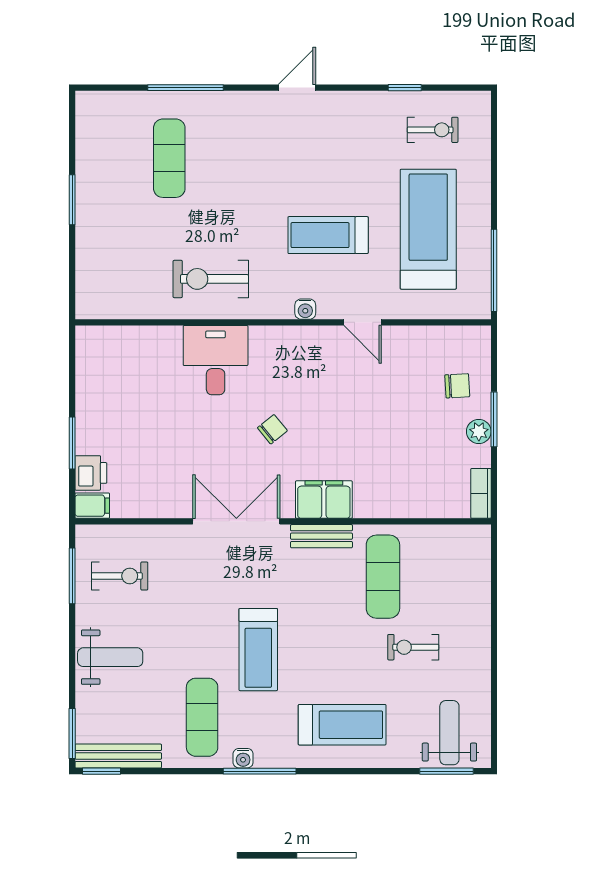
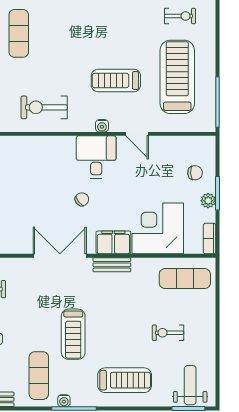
desk: (216, 360) -> (96, 157), moved
corner desk: (396, 477) -> (158, 228), added
exercise mat: (383, 577) -> (185, 279), moved, turned 90

